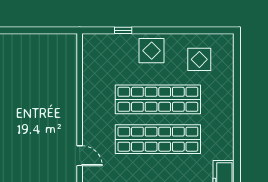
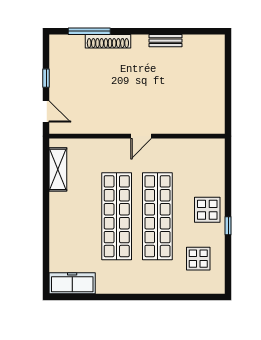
window: (123, 30) -> (228, 226), moved
door: (80, 156) -> (141, 136), moved

